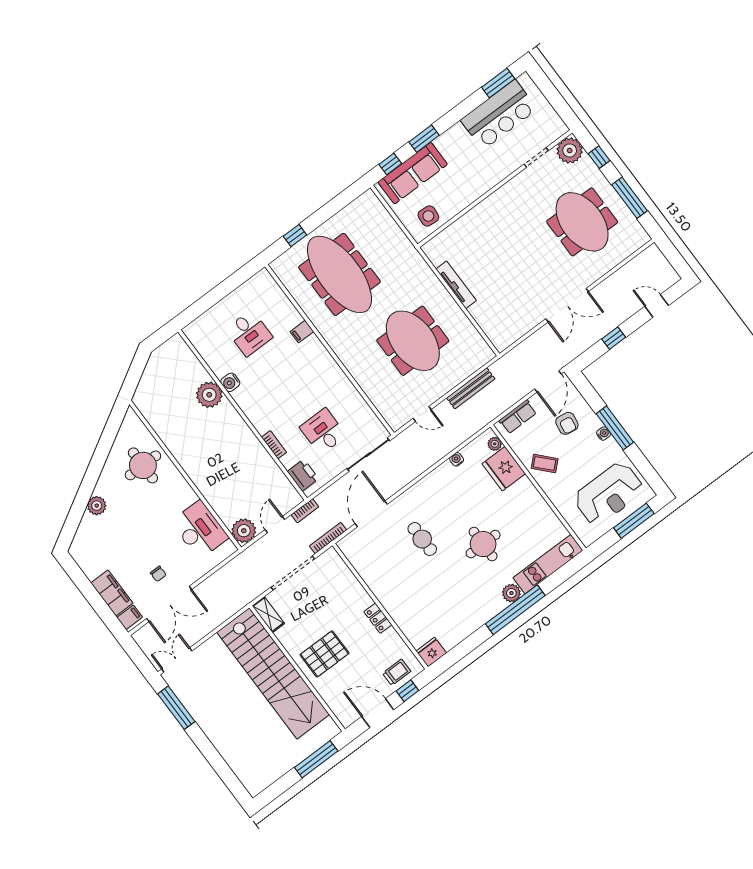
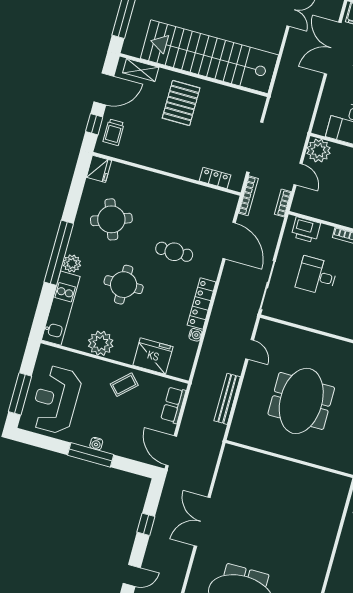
tv unit: (456, 285) -> (301, 471), removed
meeting table: (413, 341) -> (301, 401), turned 90
door: (422, 414) -> (250, 349), swing flipped
armchair: (567, 423) -> (131, 429), removed
desk: (323, 431) -> (317, 276), turned 180
plant: (495, 444) -> (101, 343), moved, width x1.87, depth x1.87
locker: (432, 481) -> (202, 304), added
round table: (452, 604) -> (111, 219), added
shelving: (268, 615) -> (141, 70), moved
locker: (378, 618) -> (215, 178), moved

